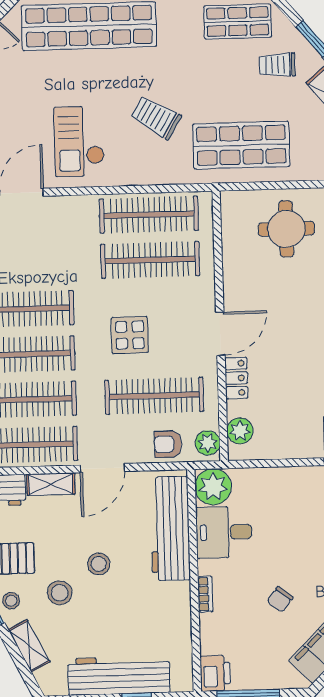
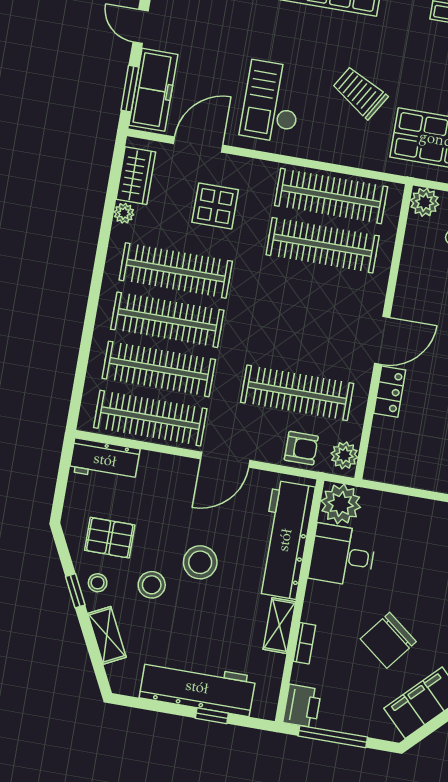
display table: (130, 335) -> (215, 206), moved
plant: (240, 431) -> (425, 202), moved
armchair: (168, 444) -> (301, 448), turned 180
shelving: (51, 484) -> (279, 626), moved, turned 90
stool: (99, 564) -> (200, 562), width x1.38, depth x1.38
bookcase: (205, 594) -> (304, 643), moved
chair: (280, 599) -> (388, 640), width x1.87, depth x1.87

